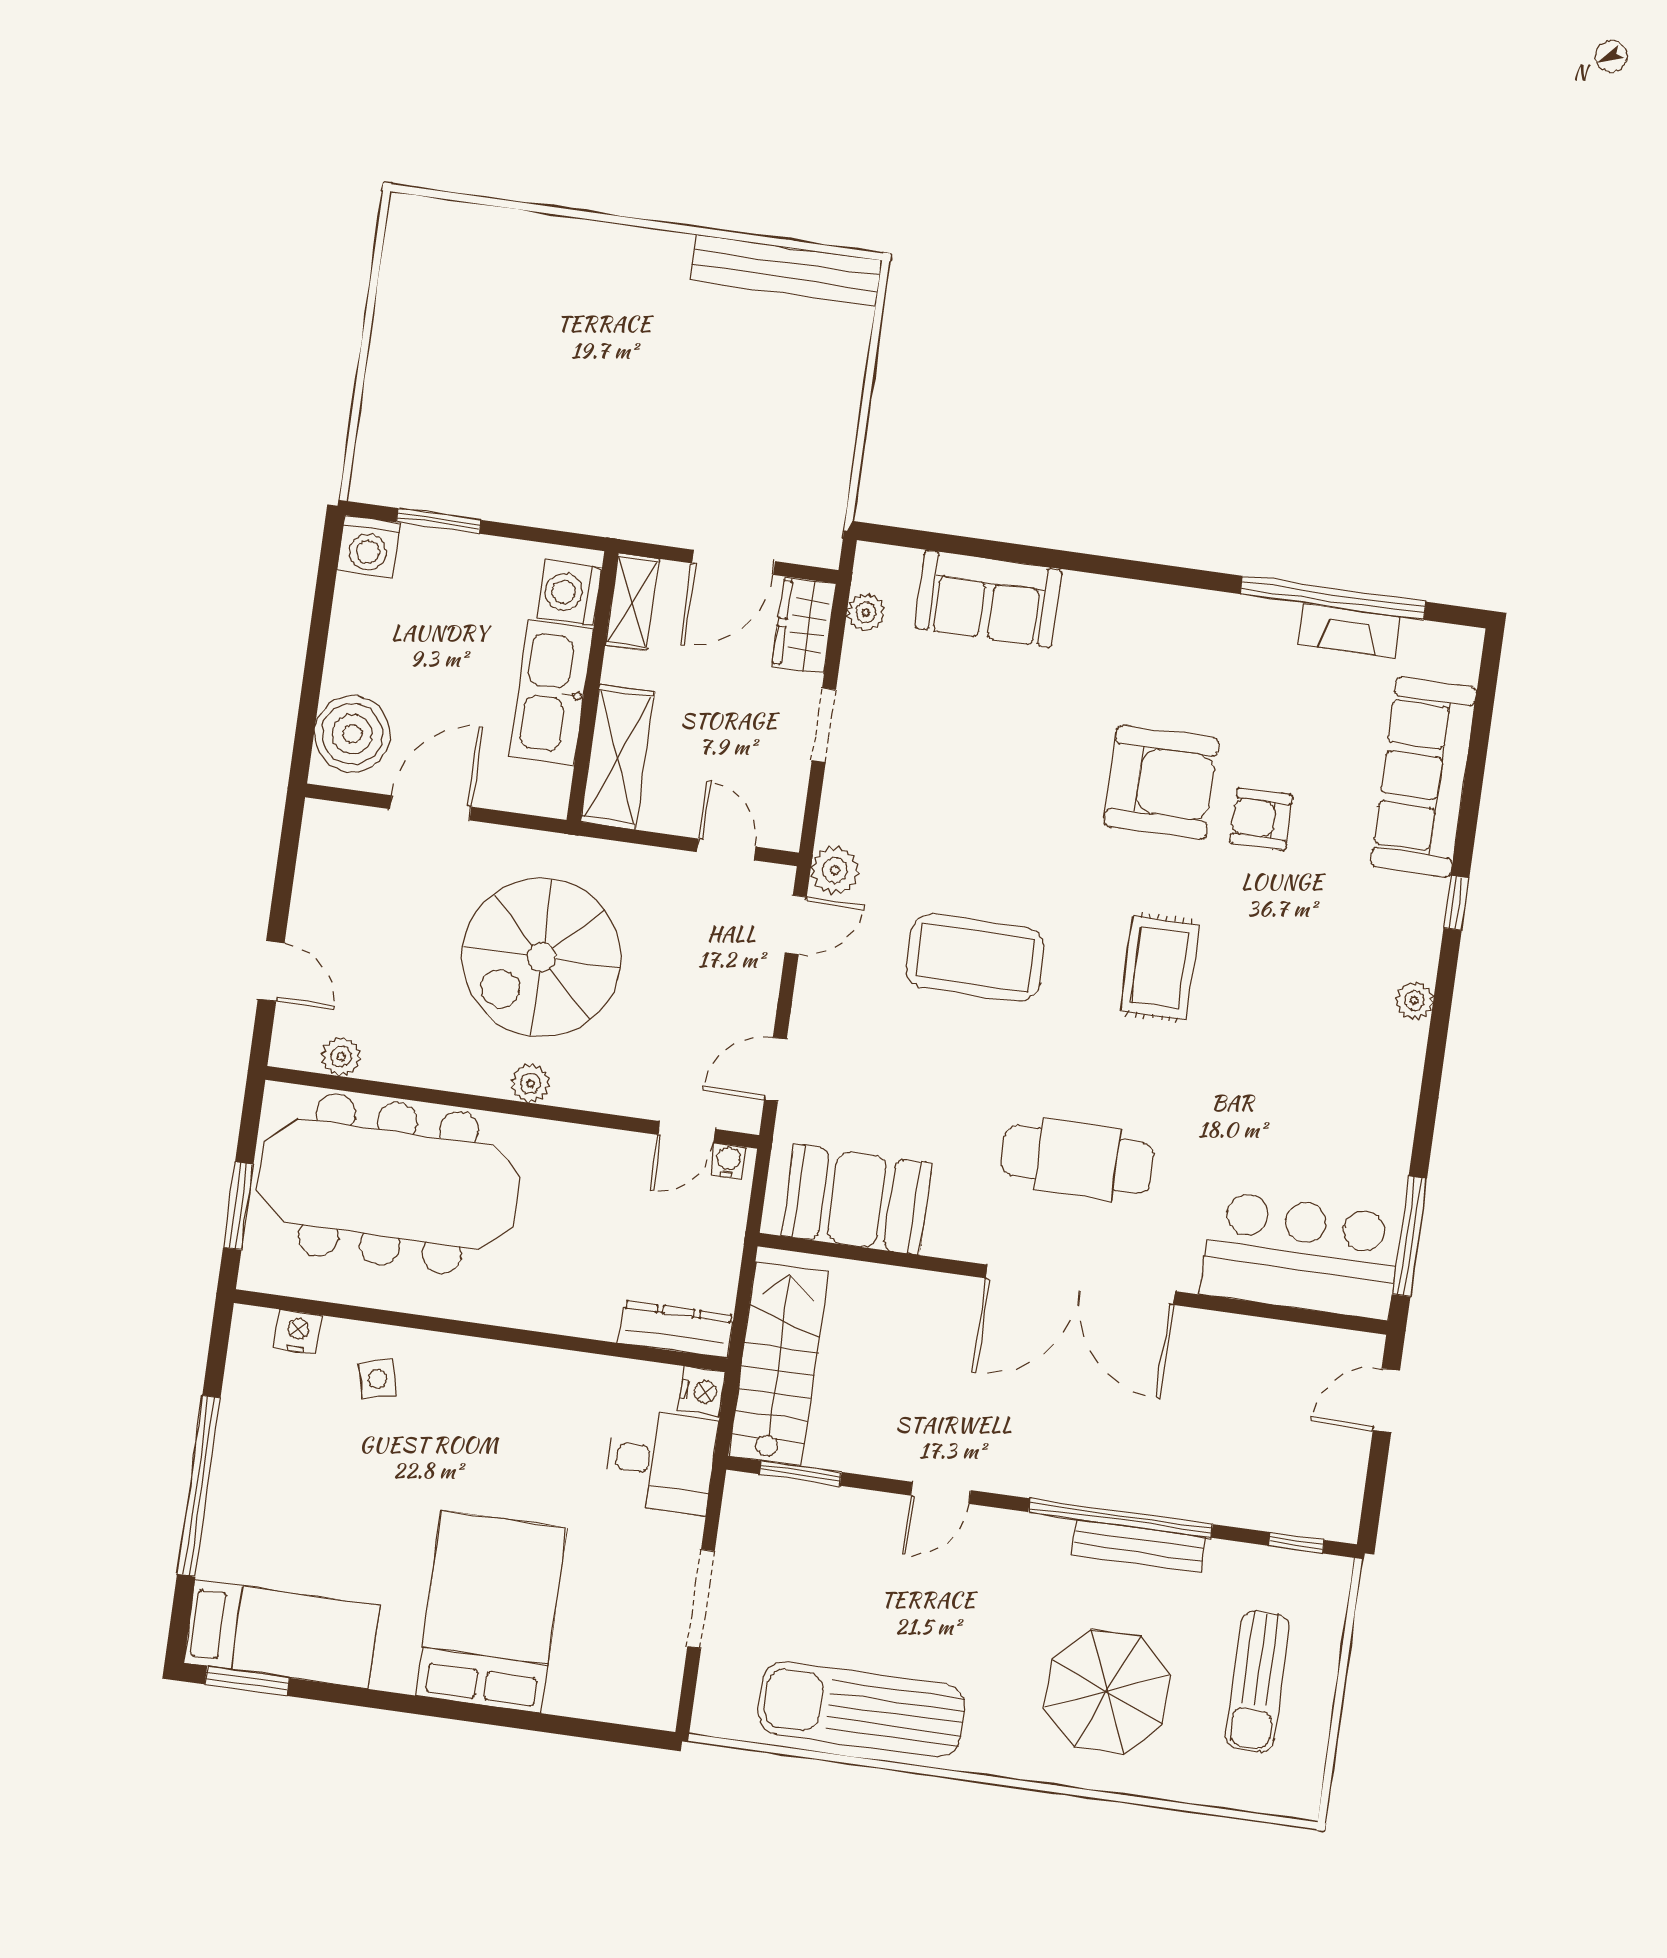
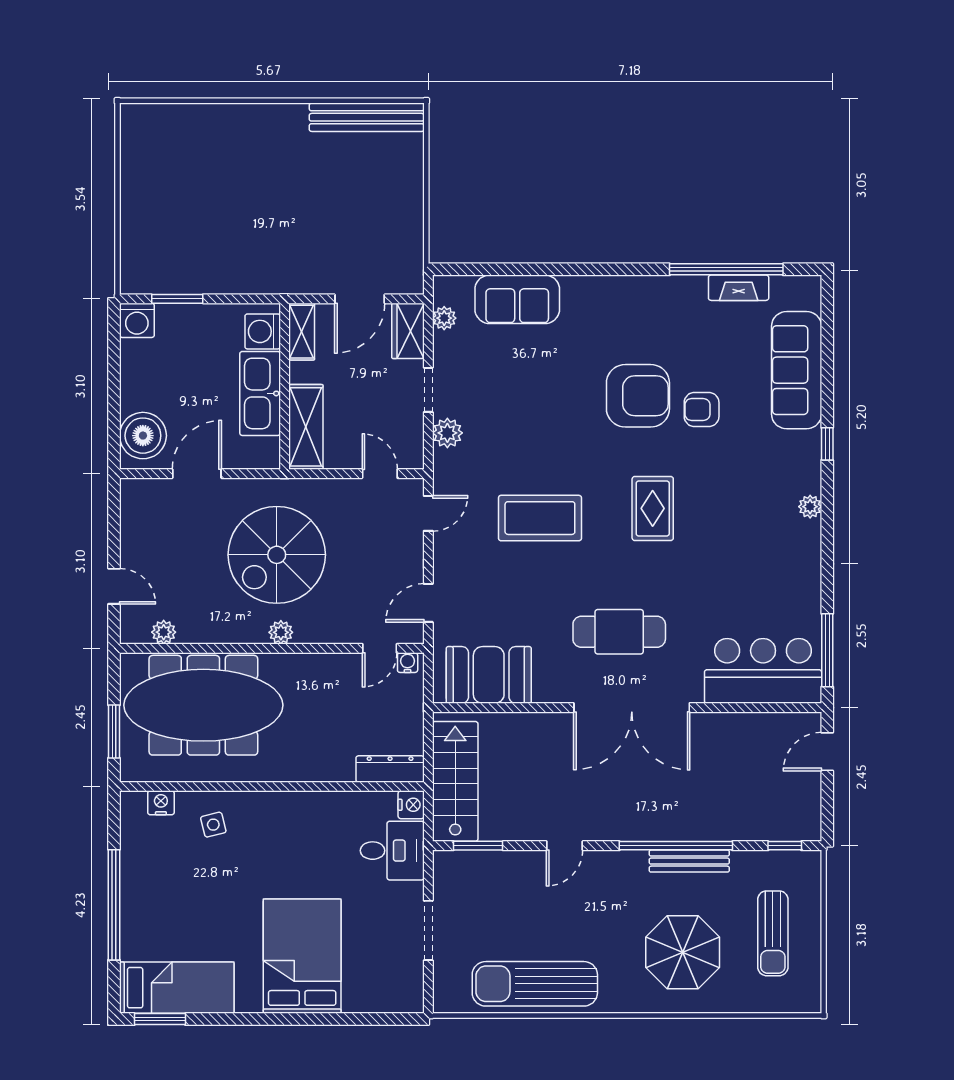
plant: (835, 870) -> (447, 433), moved

